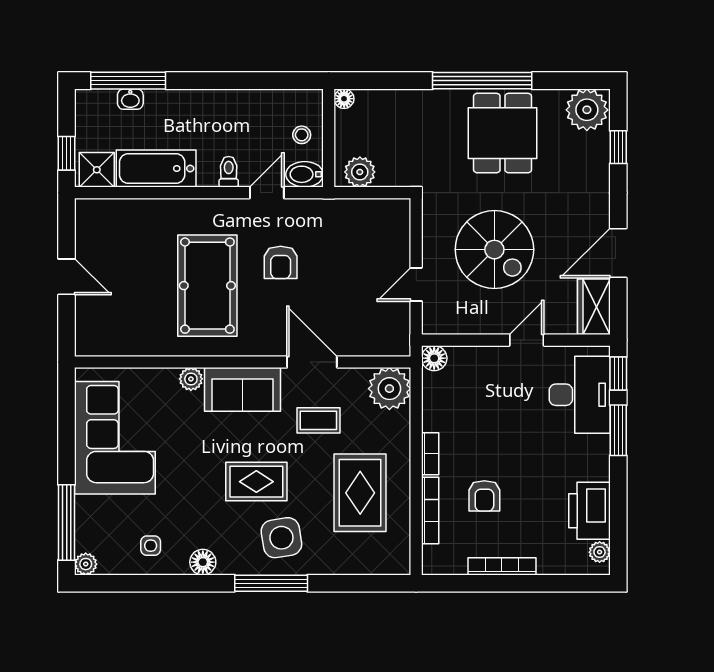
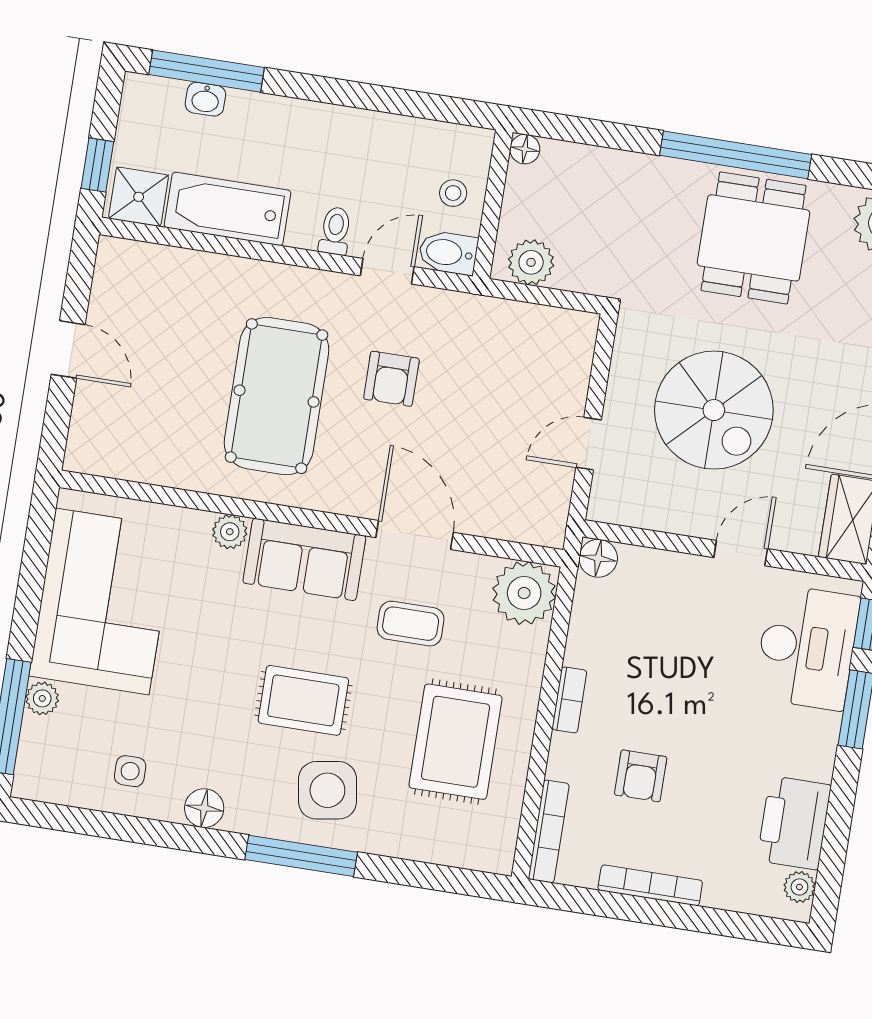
bookcase: (430, 510) -> (549, 831), moved
plant: (86, 564) -> (42, 698), moved

